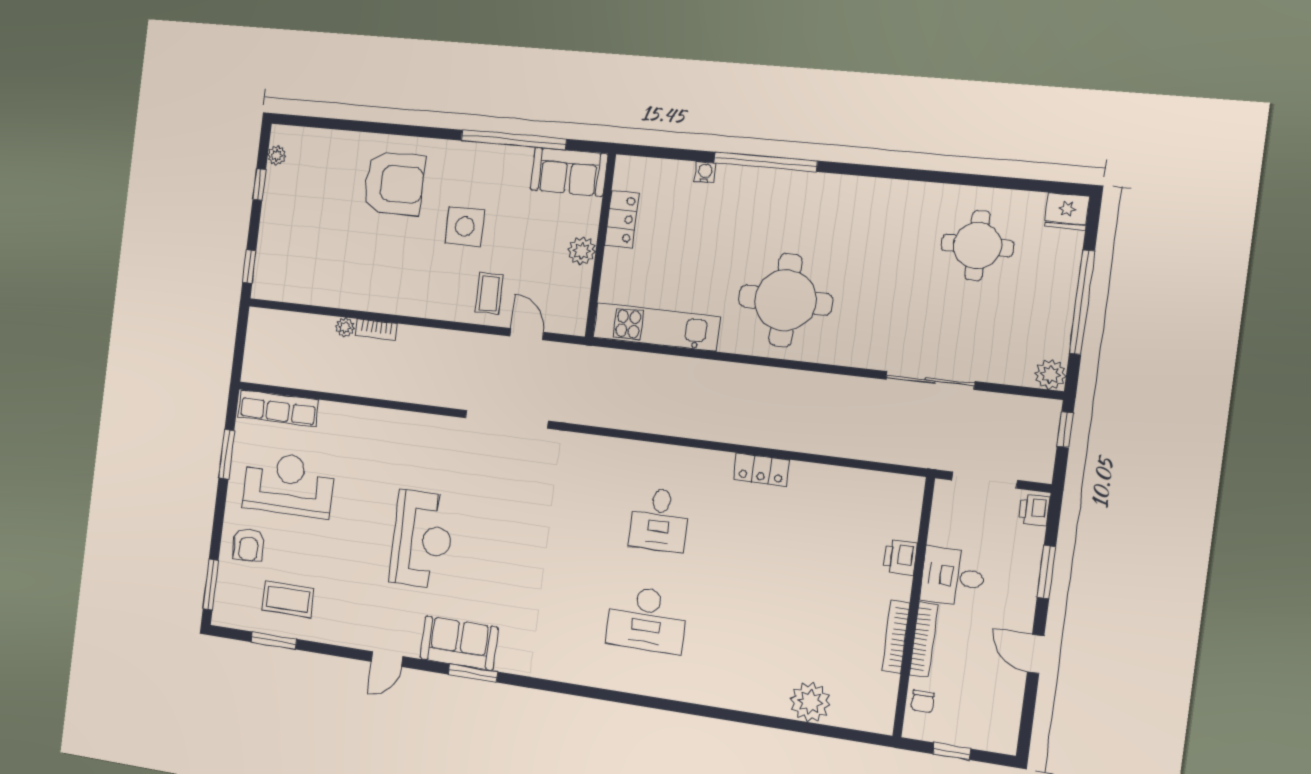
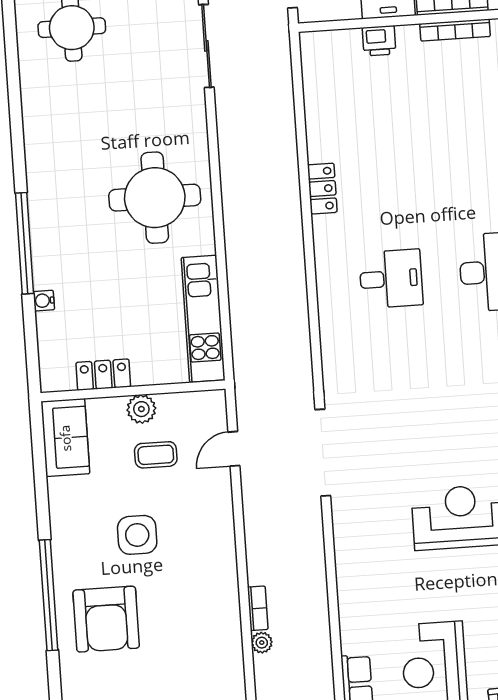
window: (514, 140) -> (49, 595), moved
armchair: (394, 184) -> (106, 619), turned 180
coffee table: (489, 293) -> (156, 455), moved

